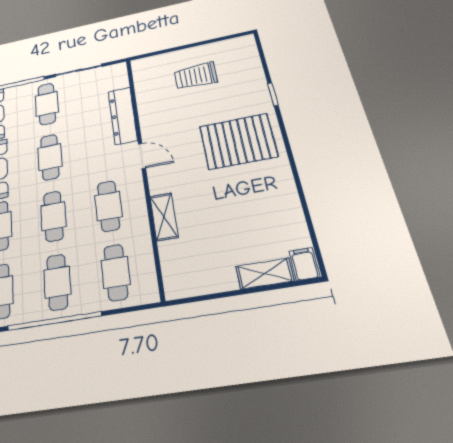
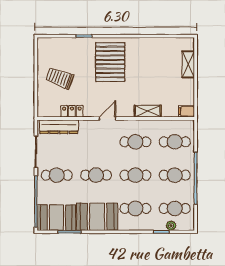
trolley: (196, 76) -> (60, 78), turned 110
locker: (146, 103) -> (72, 111), added
dresser: (123, 116) -> (59, 127), moved
filing cabinet: (304, 264) -> (186, 111), moved

